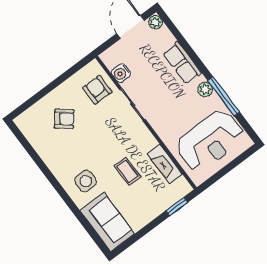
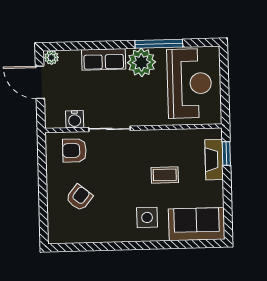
plant: (205, 89) -> (141, 62), width x1.87, depth x1.87
fireplace: (165, 164) -> (214, 160), moved, turned 90

